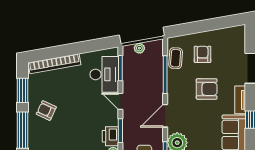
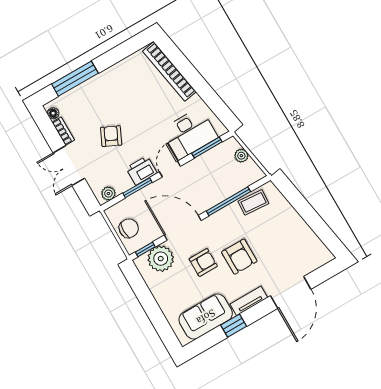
armchair: (203, 54) -> (203, 262), moved
window: (22, 90) -> (119, 53), removed
armchair: (46, 111) -> (111, 136), moved
door: (165, 116) -> (183, 228), width x1.36
printer: (110, 136) -> (141, 171), moved

